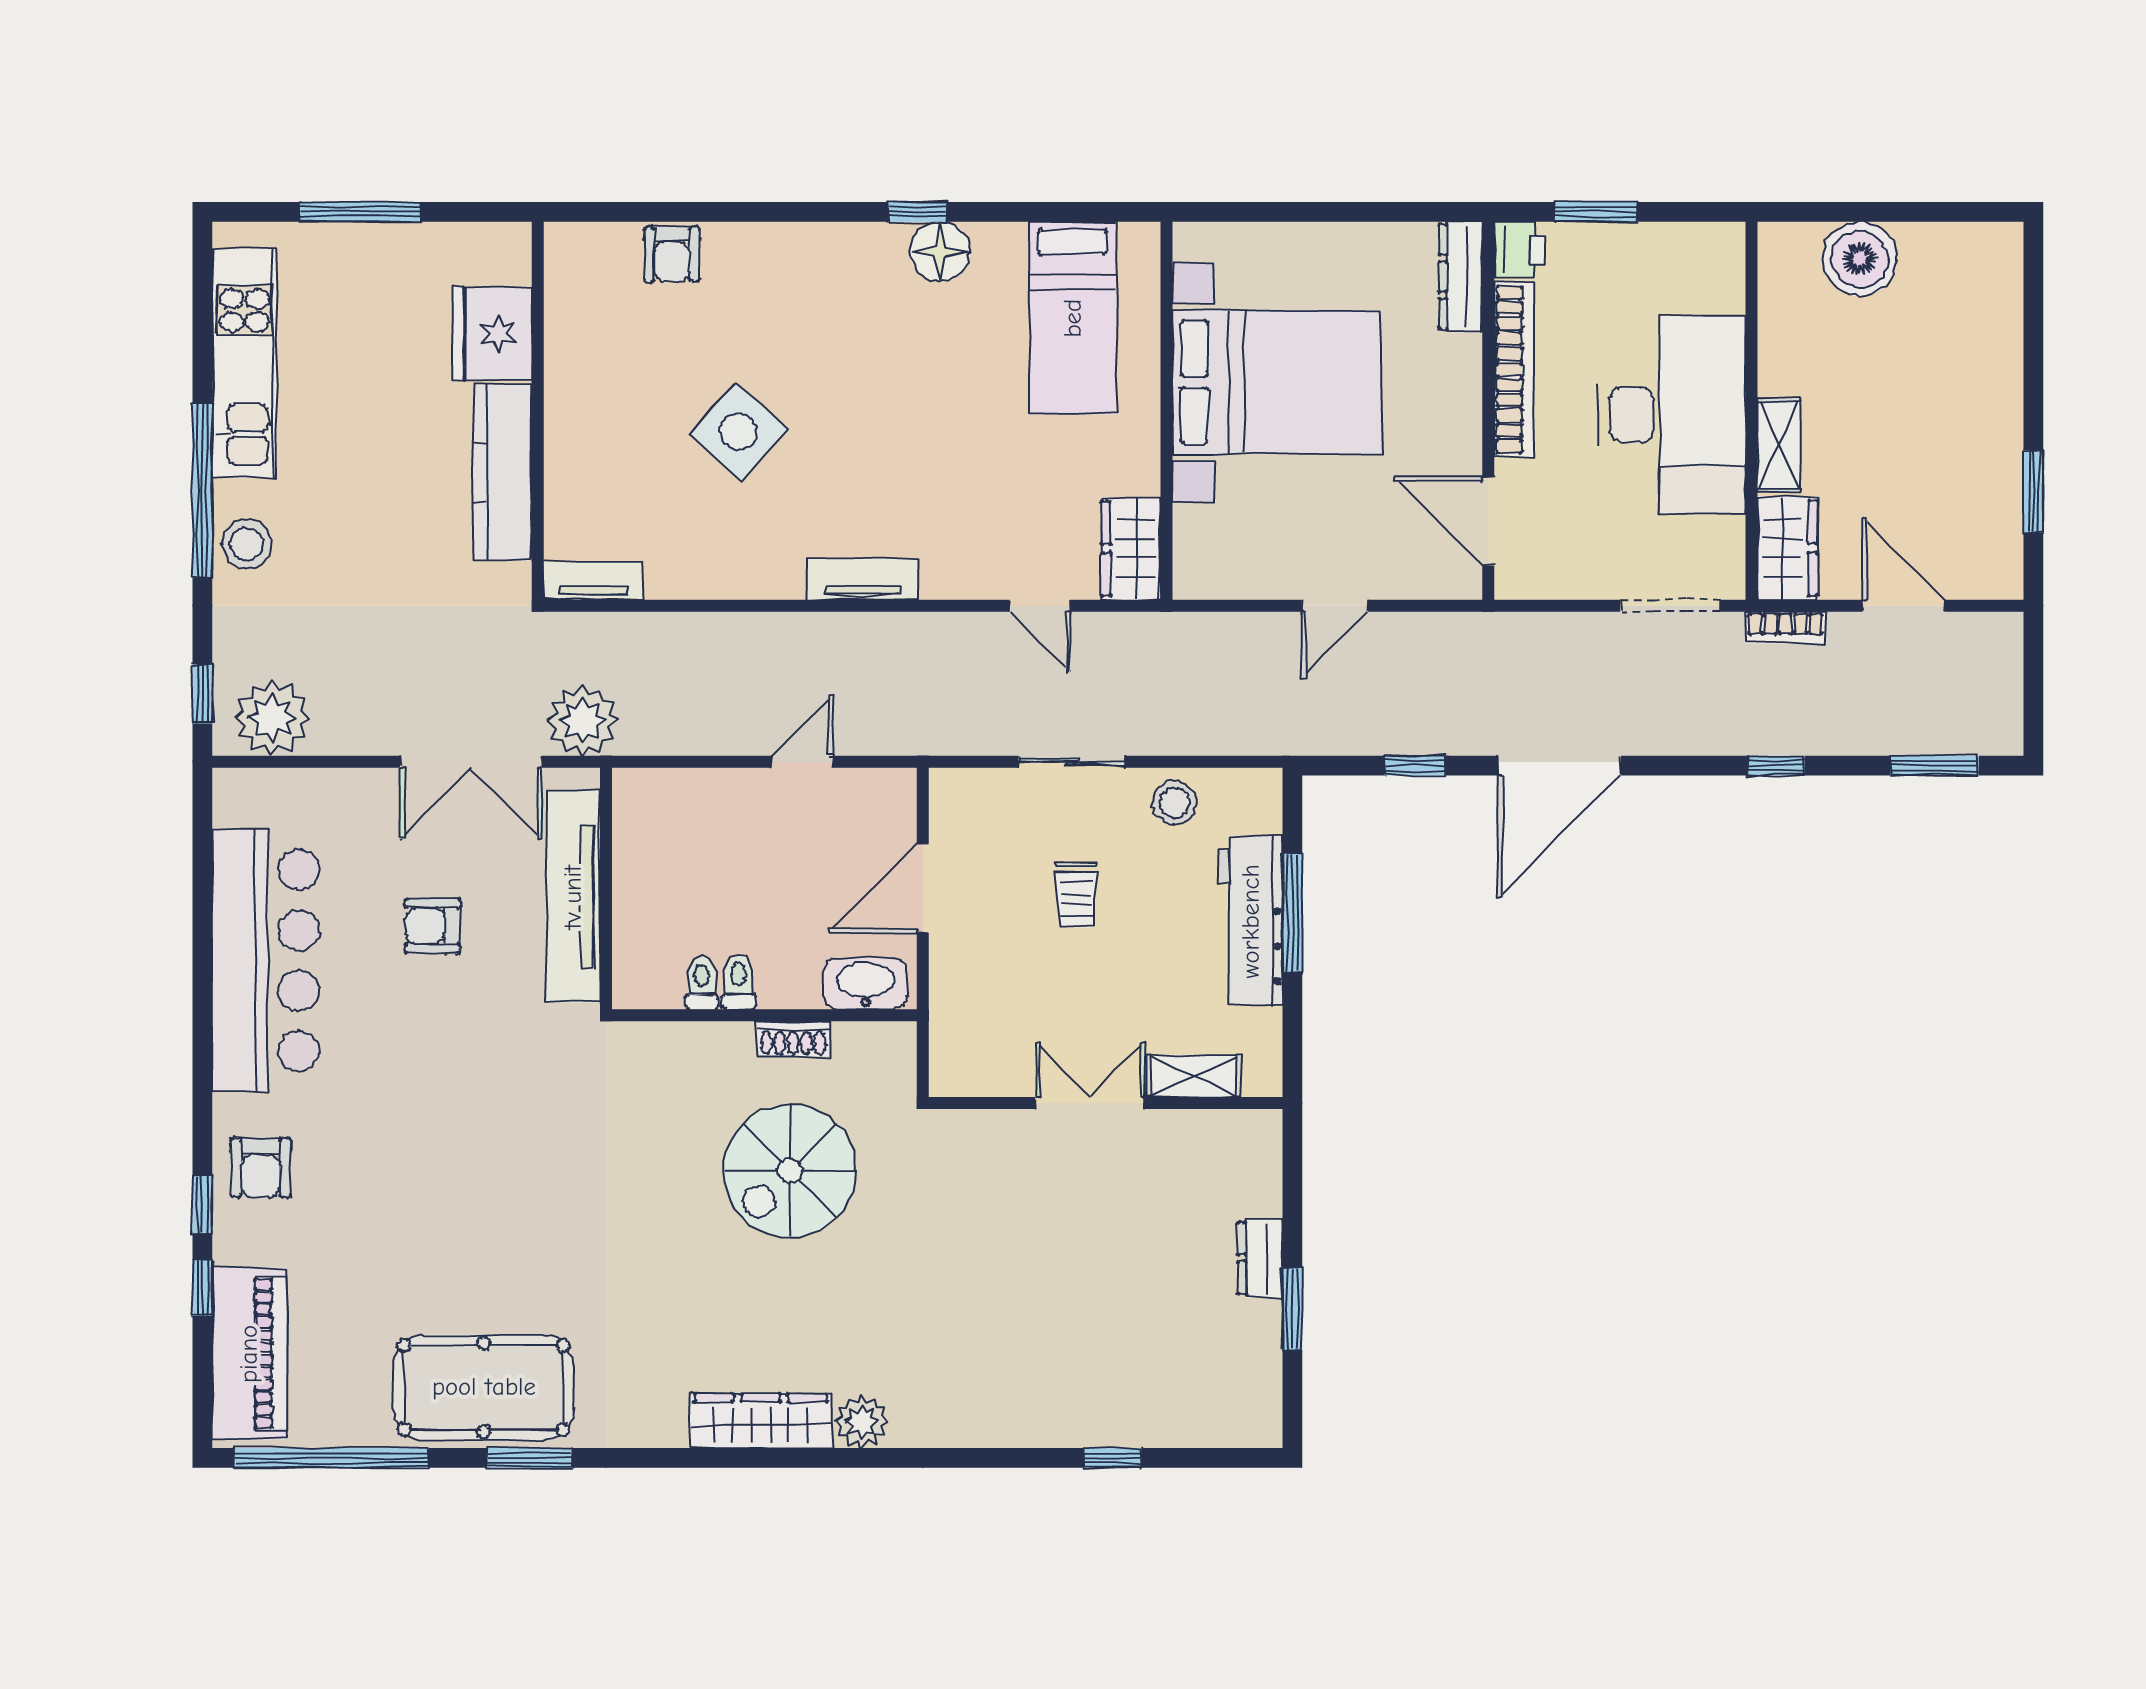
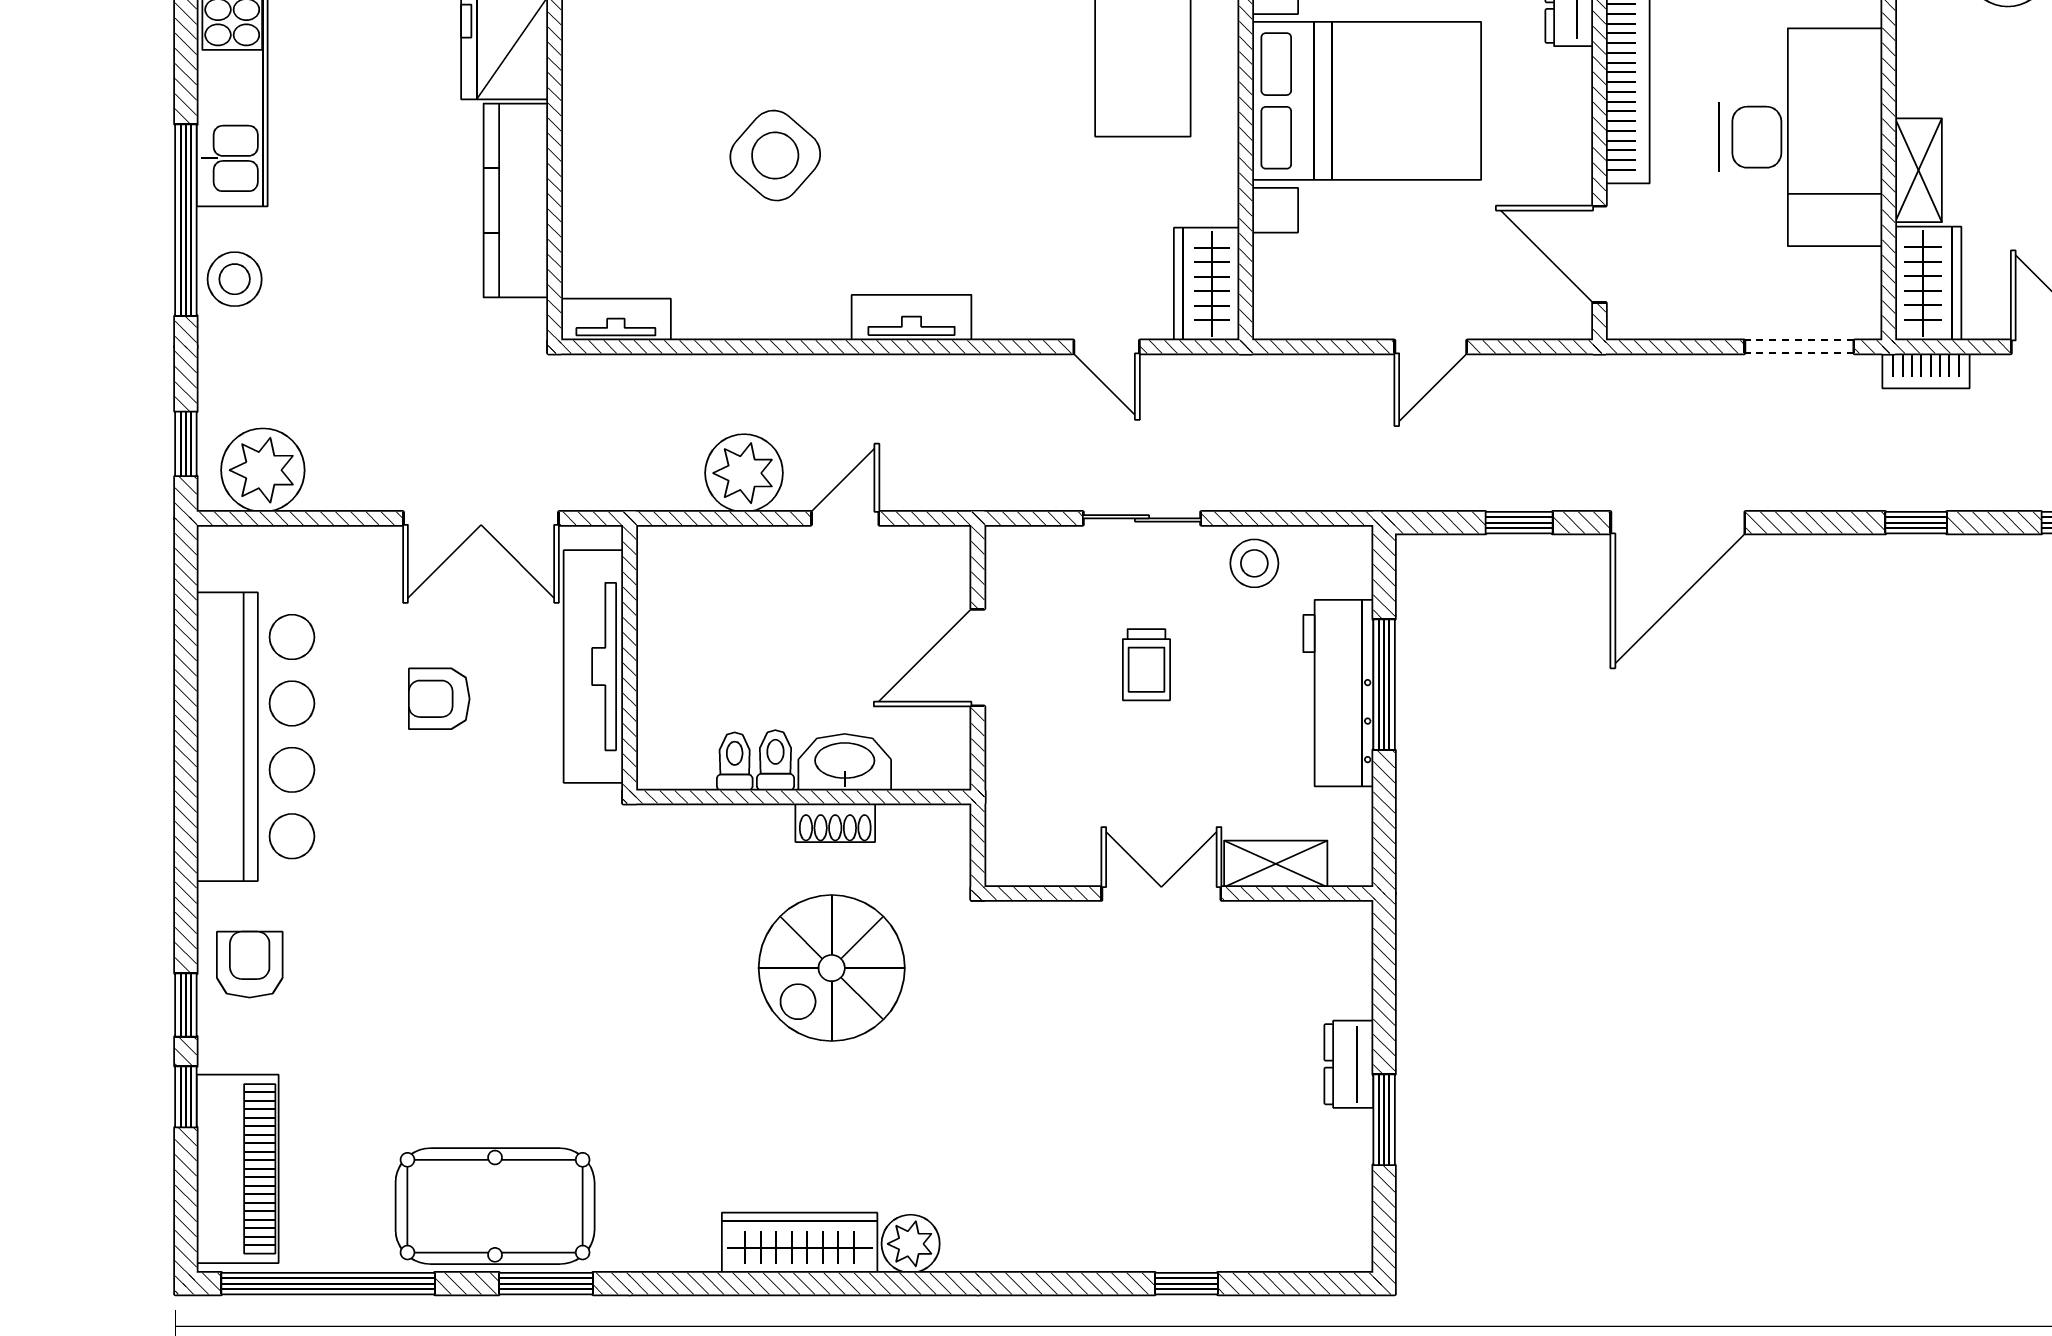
plant: (583, 720) -> (744, 473), moved
washbasin: (865, 984) -> (845, 762), moved
armchair: (260, 1168) -> (250, 965), turned 180

